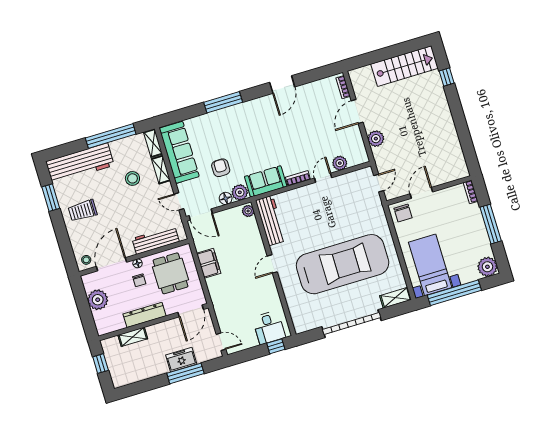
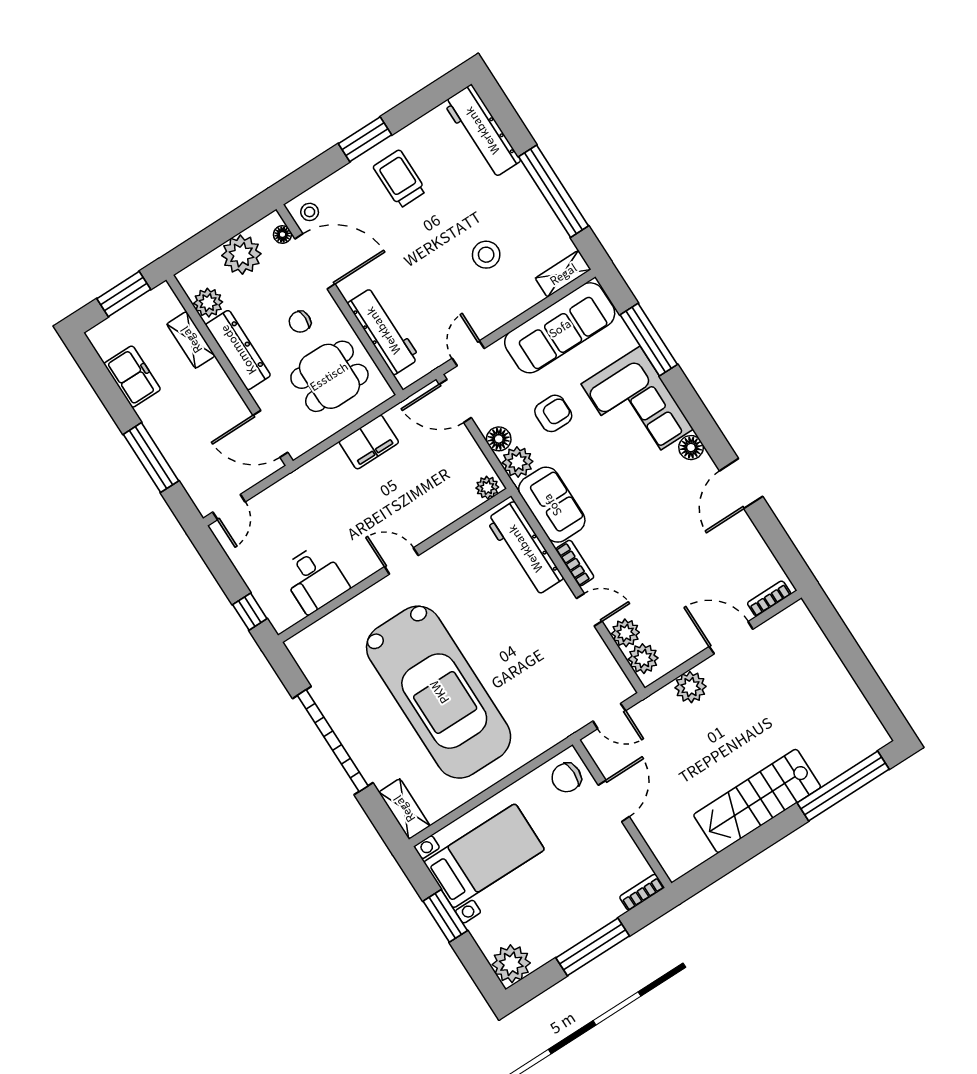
stairs: (404, 66) -> (757, 801), moved, turned 90
window: (447, 77) -> (843, 786), width x3.17
door: (282, 85) -> (741, 484), hinge flipped
window: (223, 102) -> (649, 340), moved
floor lamp: (257, 104) -> (691, 448), added
corner sofa: (229, 125) -> (637, 407), added
plant: (355, 158) -> (643, 659), added
workbench: (80, 163) -> (482, 131), width x0.73, depth x0.76
shelving: (161, 170) -> (518, 303), removed
door: (421, 193) -> (614, 801), hinge flipped
window: (51, 198) -> (365, 139), moved
door: (201, 215) -> (455, 401), hinge flipped
workbench: (271, 221) -> (525, 549), moved, turned 90
floor lamp: (138, 263) -> (282, 235), moved
window: (454, 293) -> (445, 916), width x0.47
plant: (117, 323) -> (208, 303), added
desk: (269, 327) -> (314, 579), moved, turned -90
freezer: (181, 360) -> (132, 377), moved
window: (101, 364) -> (124, 294), width x1.50

